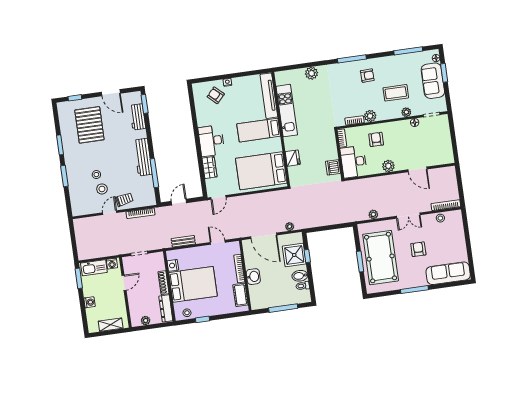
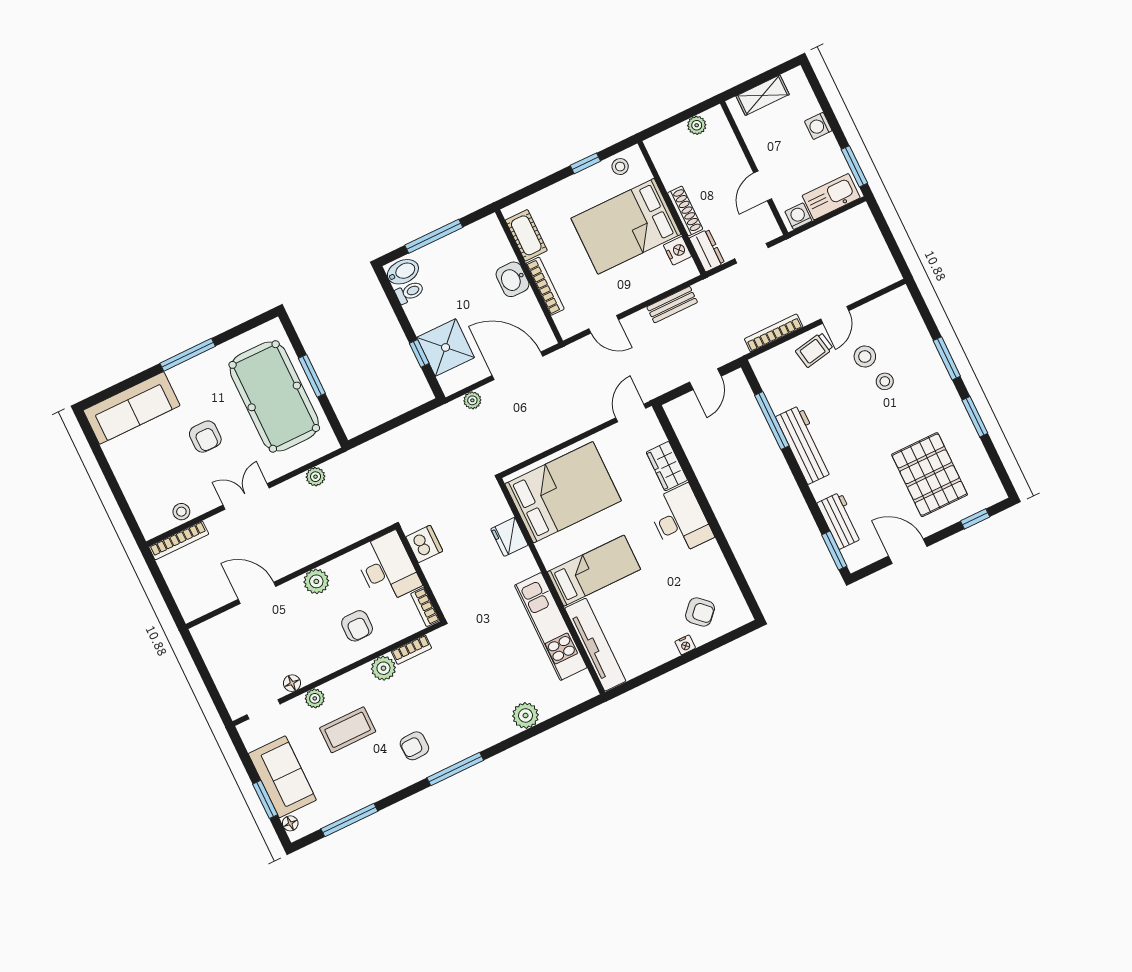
bidet: (300, 276) -> (403, 272), moved
dresser: (166, 308) -> (707, 250), moved, width x0.70

